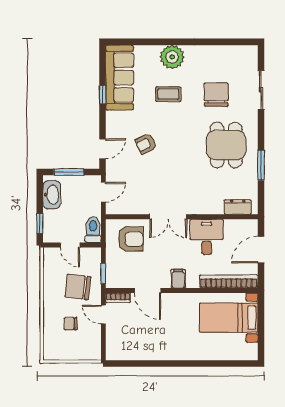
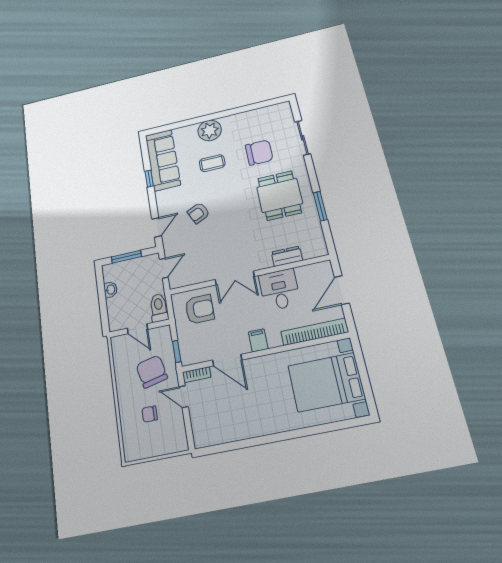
chair: (216, 95) -> (259, 153), turned 90
washbasin: (52, 195) -> (111, 290), width x0.52, depth x0.69
dresser: (238, 207) -> (287, 256), moved
window: (40, 224) -> (104, 314), removed
chair: (78, 287) -> (152, 372), turned 70
bed with nightstands: (229, 318) -> (326, 382), width x1.36

